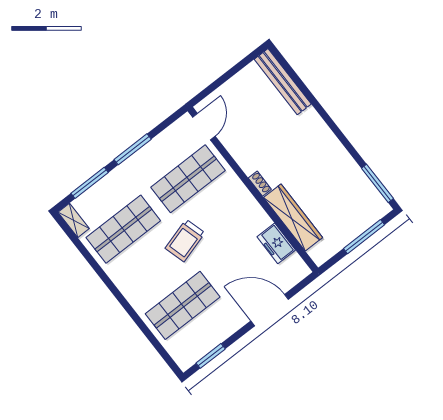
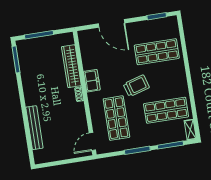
bench: (283, 82) -> (34, 128), moved
shop shelf: (188, 179) -> (116, 118), turned 90
freezer: (276, 243) -> (92, 81), moved

